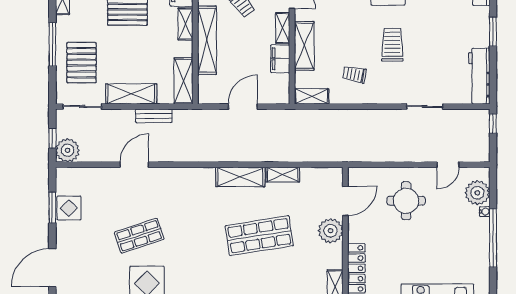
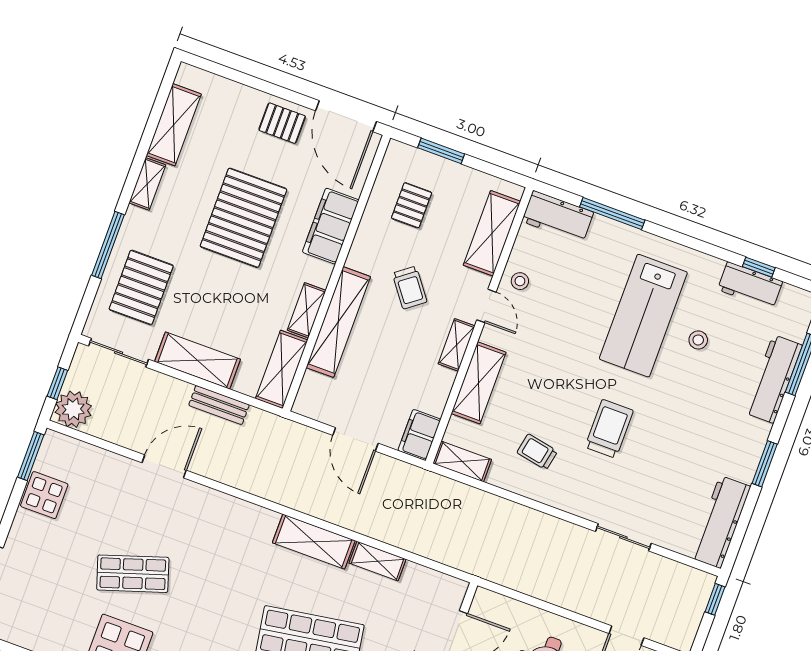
shelving: (185, 24) -> (307, 310), moved
filing cabinet: (280, 59) -> (419, 435), moved
door: (243, 107) -> (355, 439), swing flipped
window: (52, 208) -> (31, 456), moved

